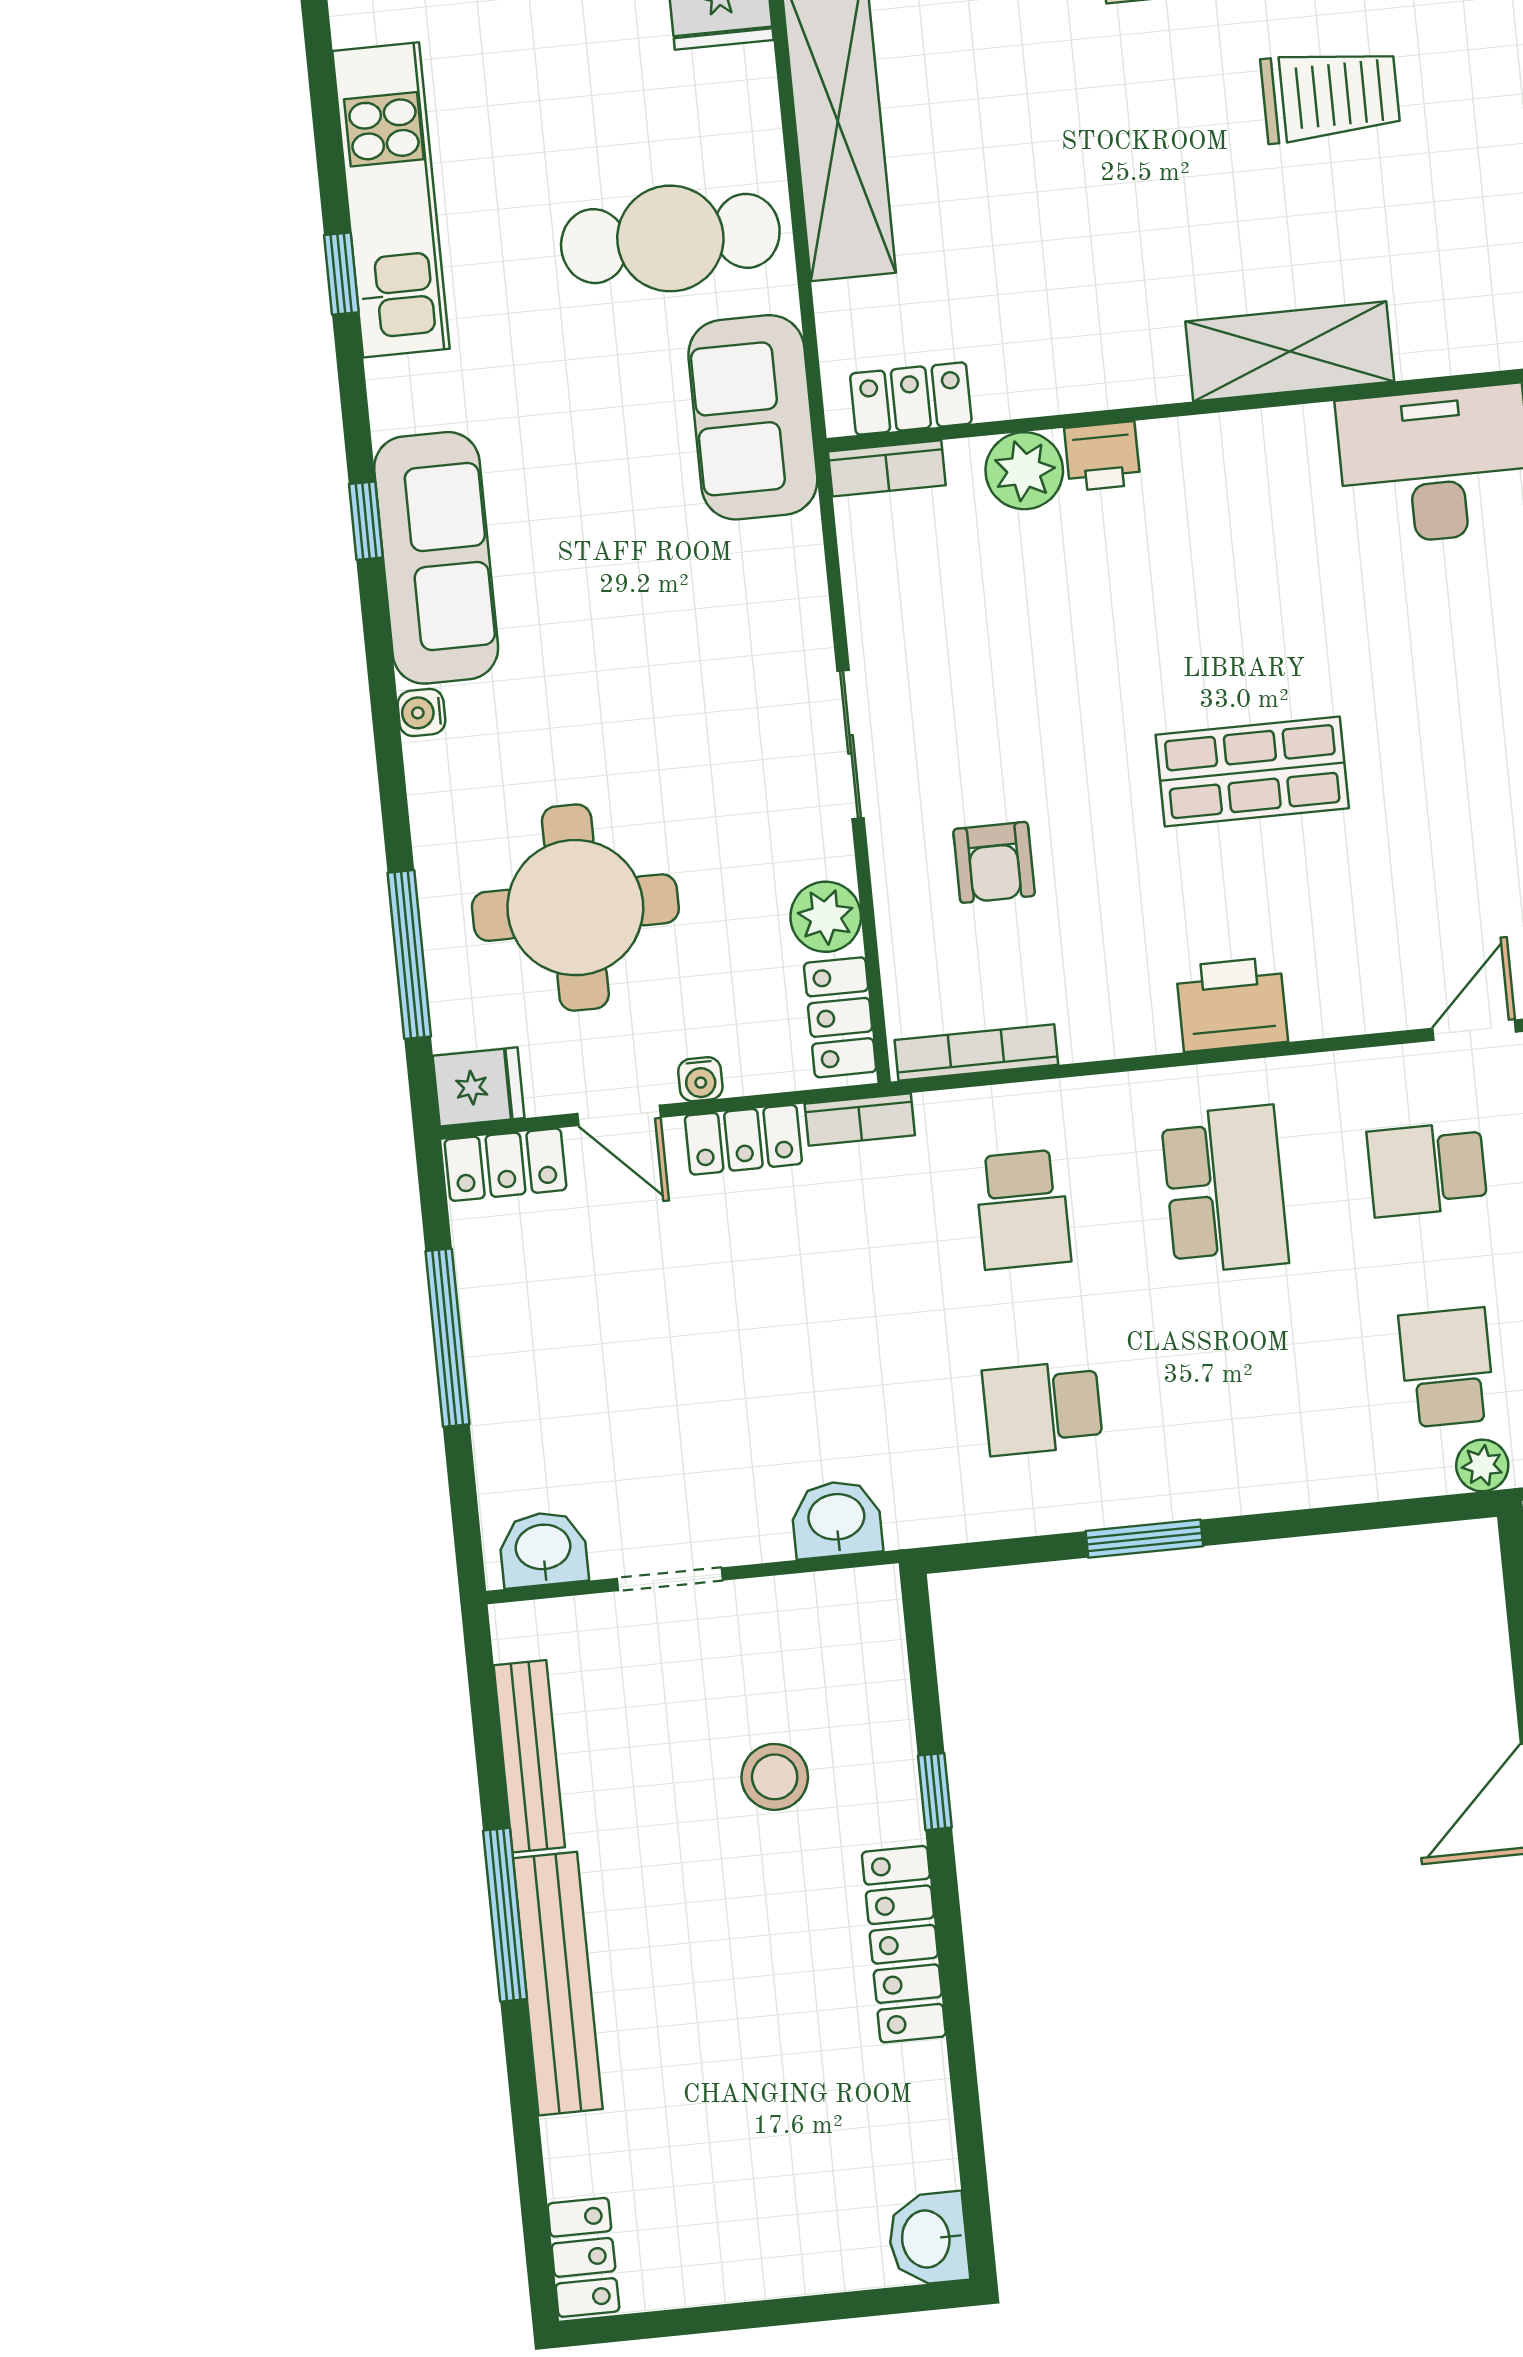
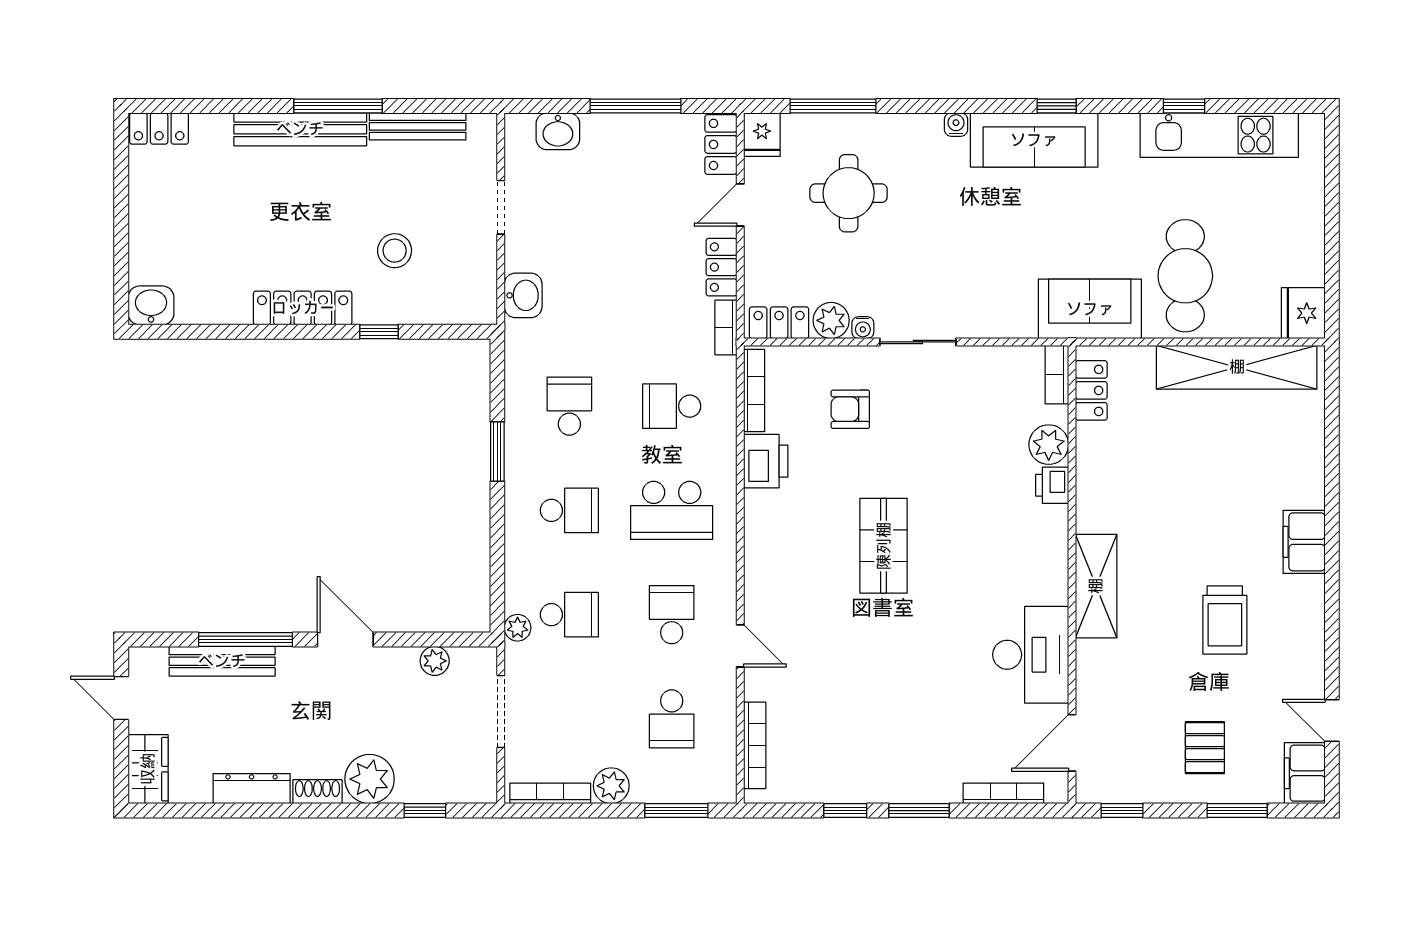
round table: (575, 908) -> (849, 193), width x0.73, depth x0.73
printer: (1232, 1004) -> (766, 461), moved
water cooler: (700, 1079) -> (863, 328), moved, turned -90
school desk: (1245, 1388) -> (569, 510), added
washbasin: (543, 1549) -> (558, 131), moved, turned 90

